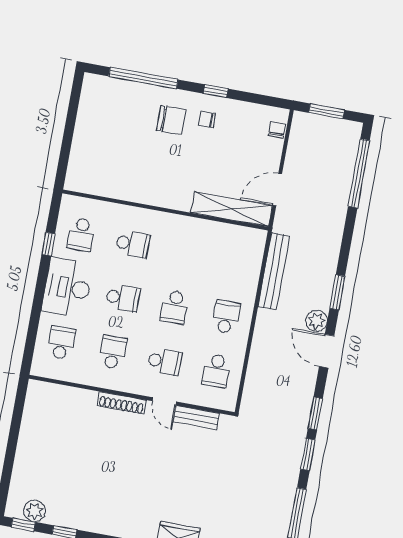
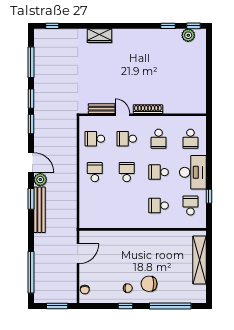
shelving: (231, 209) -> (200, 260), moved, turned 90
bench: (274, 271) -> (39, 210), moved
school desk: (226, 317) -> (95, 172), turned 180
school desk: (216, 371) -> (95, 139), turned -90

